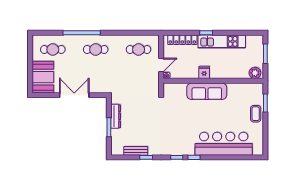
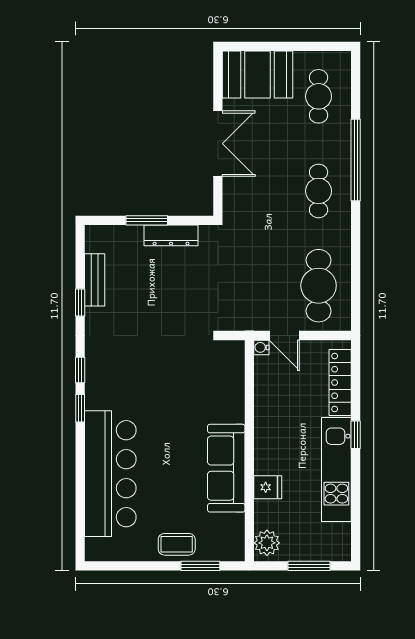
cafe table: (139, 50) -> (319, 286), width x1.37, depth x1.35
fridge: (204, 72) -> (268, 487), moved
sofa: (207, 91) -> (226, 468), moved

